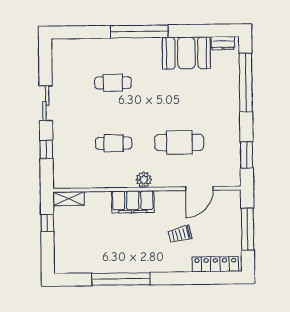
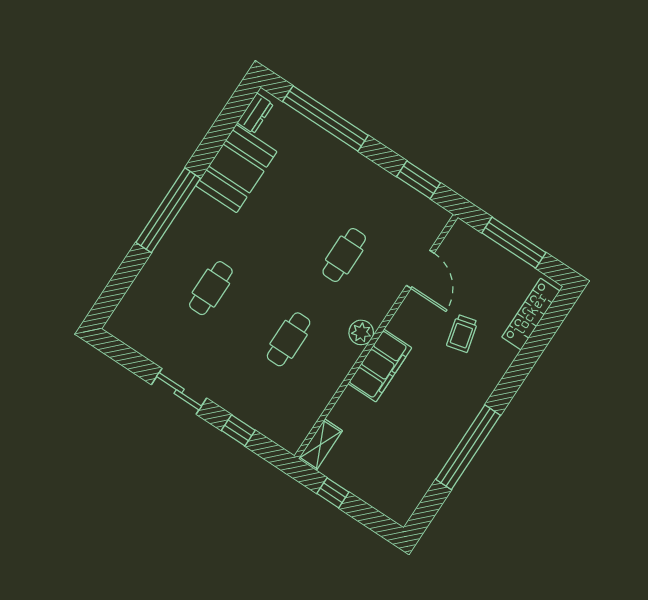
cafe table: (179, 142) -> (344, 255), width x0.73, depth x0.74

